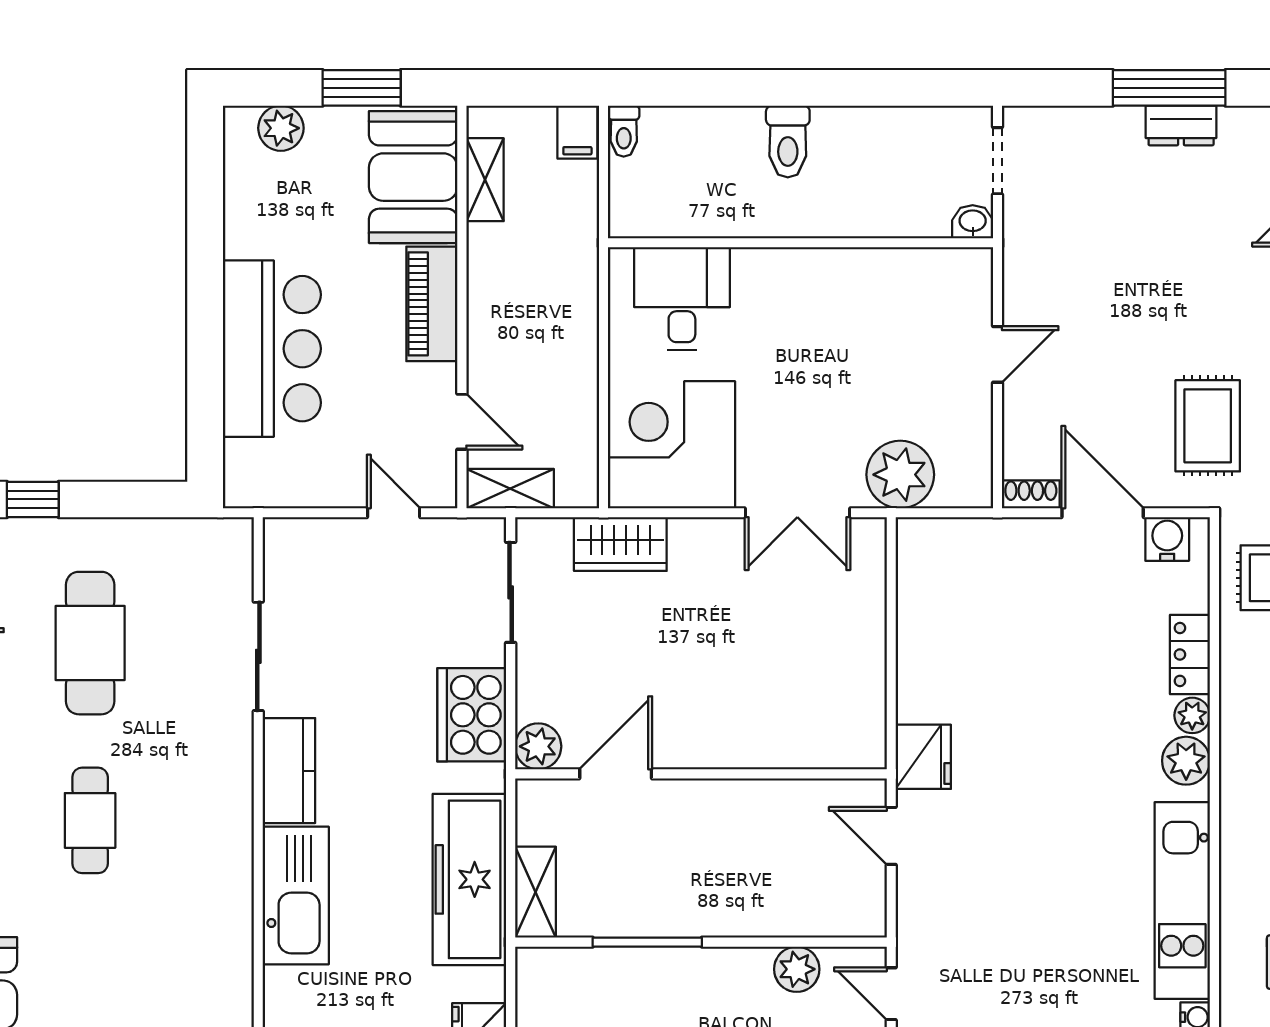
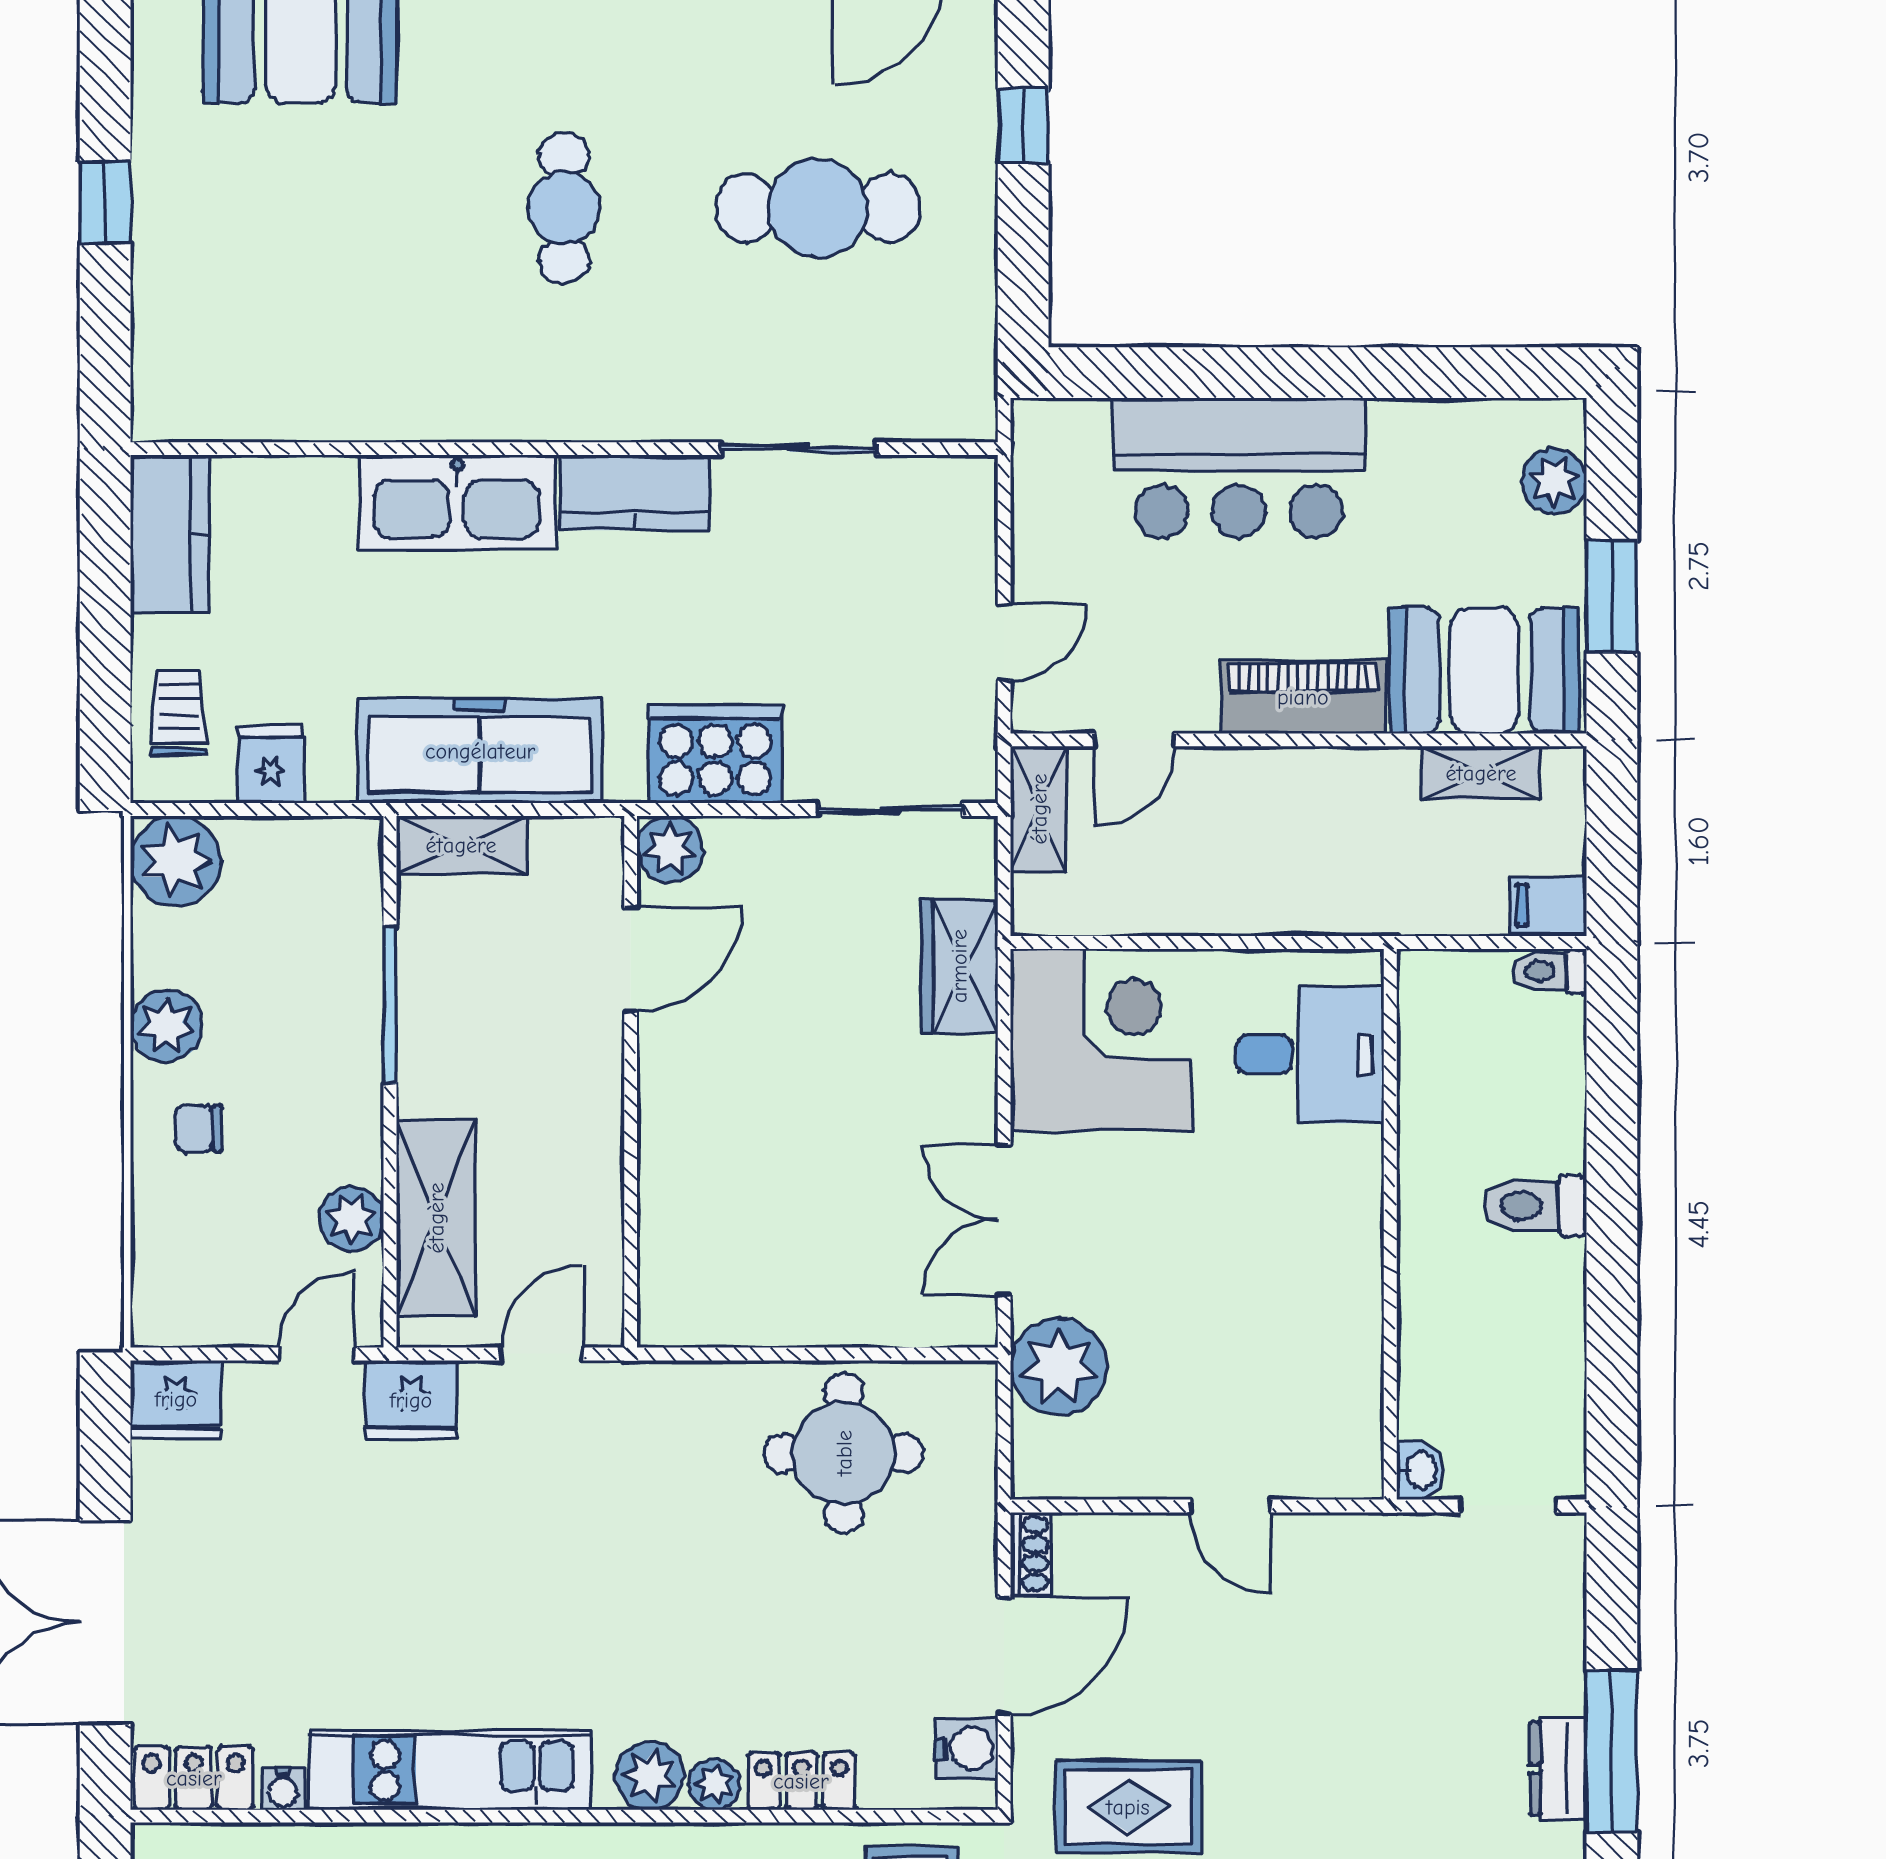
round table: (961, 625) -> (844, 1453), added
fridge: (923, 757) -> (411, 1400), moved
door: (616, 774) -> (631, 960), hinge flipped
cafe table: (90, 820) -> (564, 208), turned 90
shelving: (796, 910) -> (436, 1218), added

